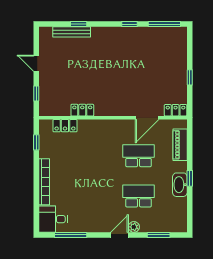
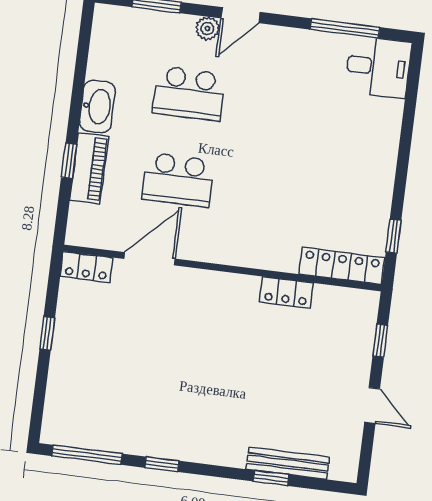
locker: (65, 126) -> (342, 266), width x1.53
piano: (180, 145) -> (89, 168), moved
window: (190, 178) -> (69, 161), moved
bookcase: (44, 182) -> (387, 149), removed

